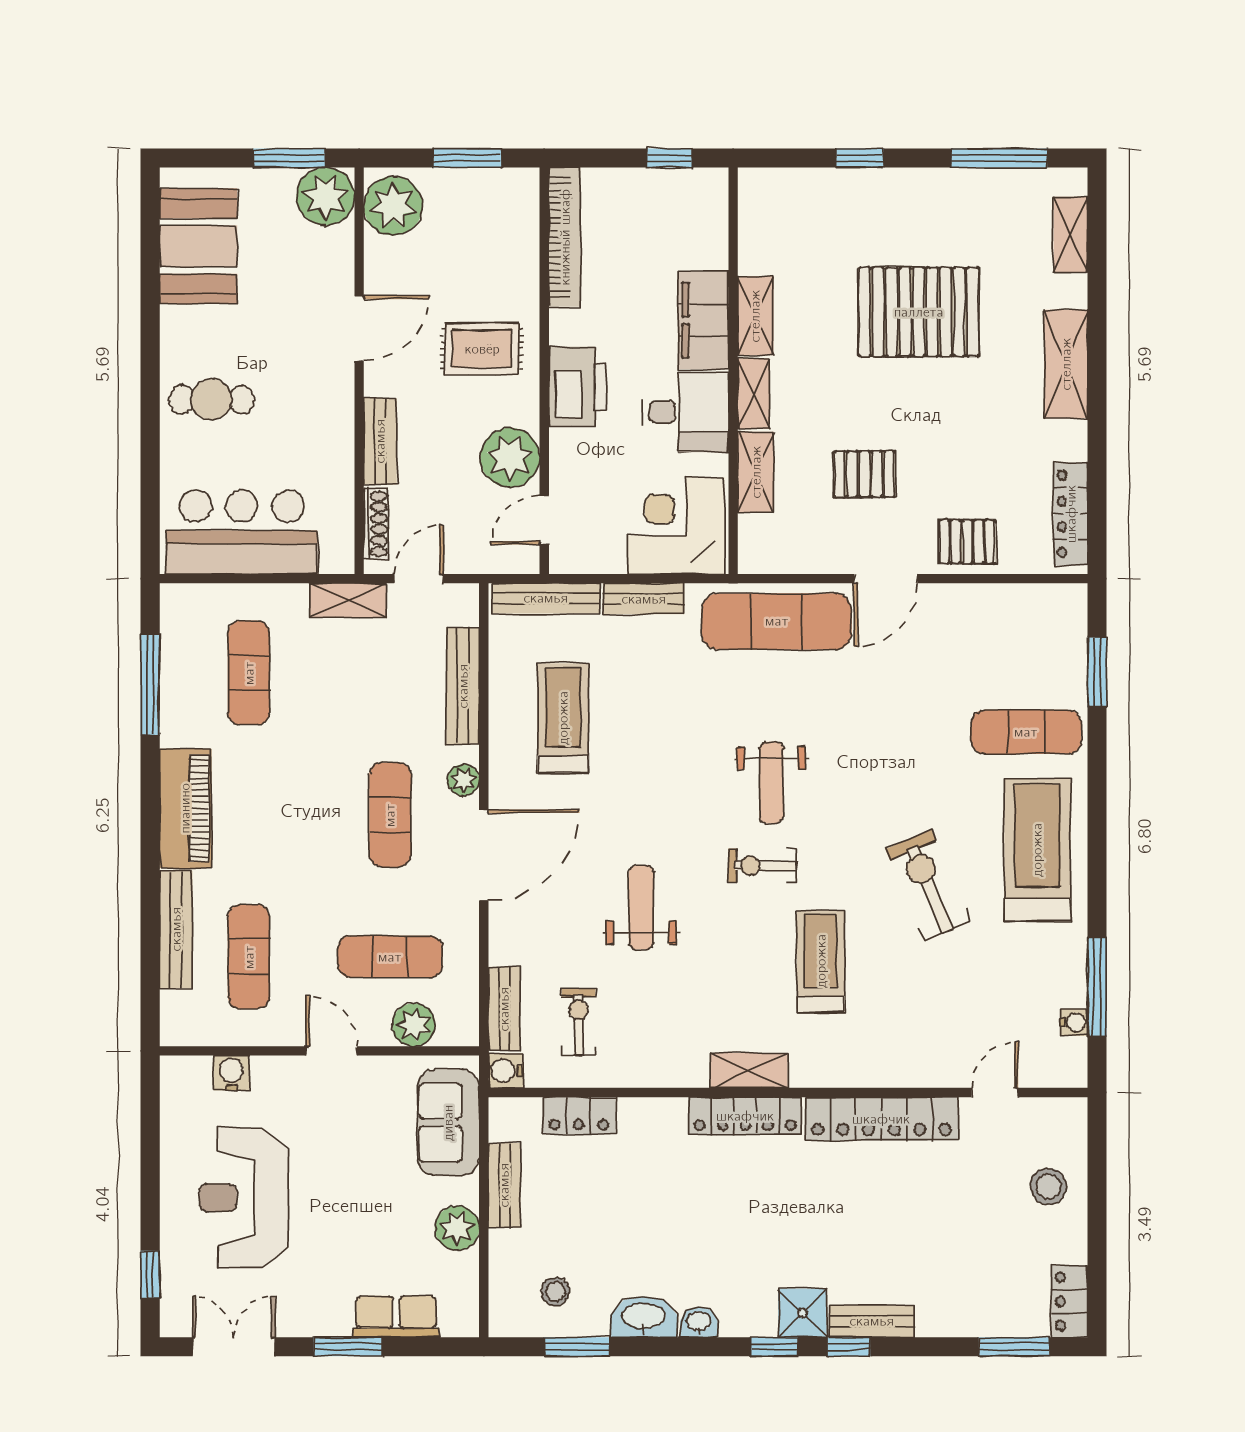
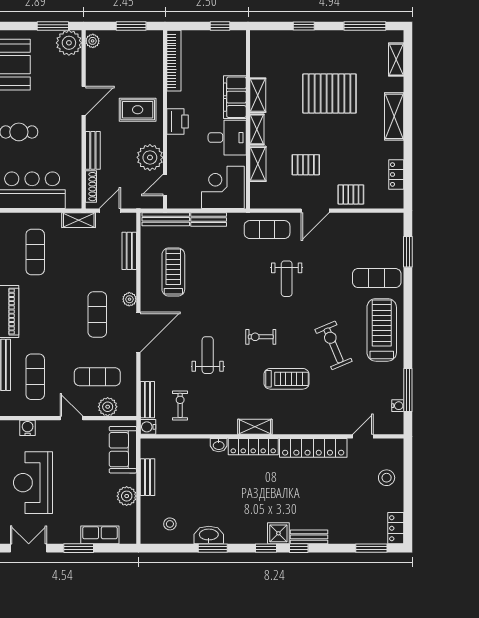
plant: (393, 206) -> (93, 41), width x0.53, depth x0.53
printer: (578, 387) -> (178, 122), width x0.73, depth x0.84
locker: (1071, 514) -> (396, 174), width x0.66
exercise mat: (777, 621) -> (267, 230), width x0.73, depth x0.69
bench: (463, 686) -> (129, 251), width x0.73
weight bench: (771, 783) -> (287, 279), moved
treadmill: (821, 961) -> (287, 379), turned 90
locker: (579, 1115) -> (180, 447), removed
washbasin: (699, 1322) -> (219, 445), moved, turned 180
window: (577, 1347) -> (213, 548), moved

